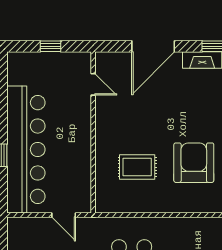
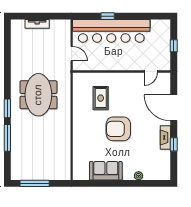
armchair: (194, 163) -> (118, 129), moved, turned 180
door: (64, 215) -> (72, 54), swing flipped

